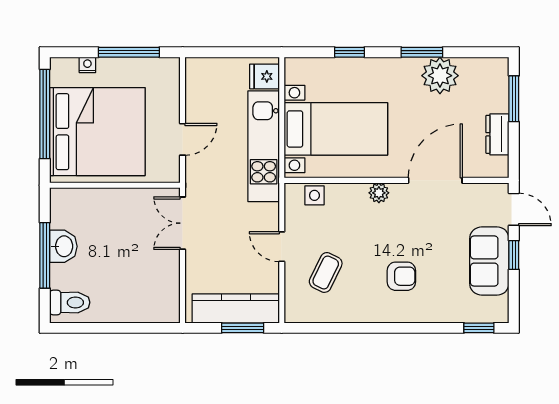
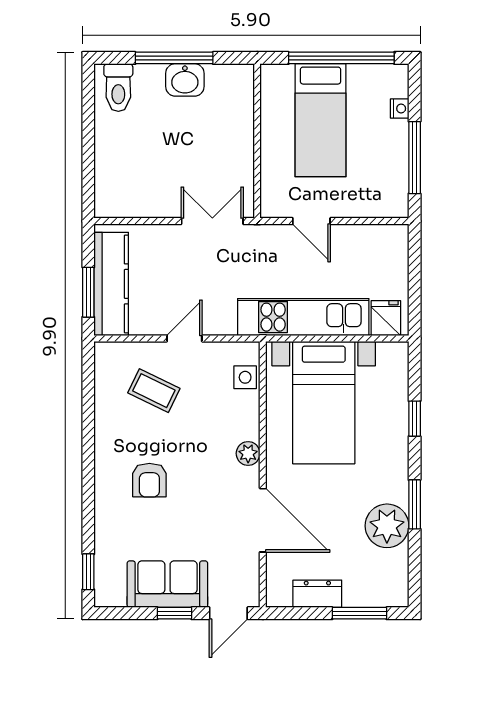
bed: (97, 132) -> (321, 120), width x0.49

